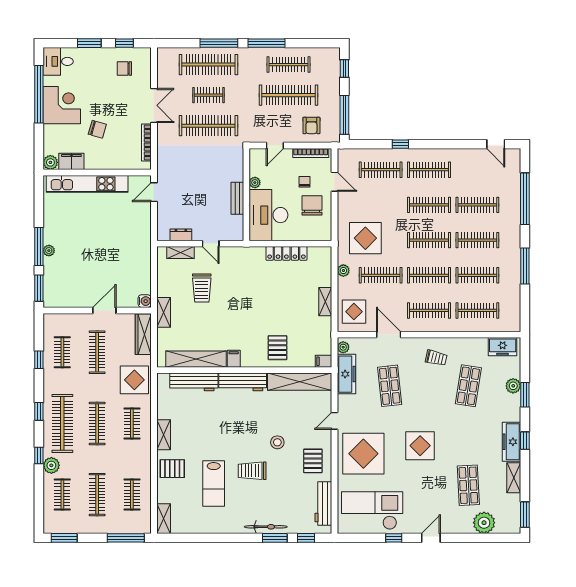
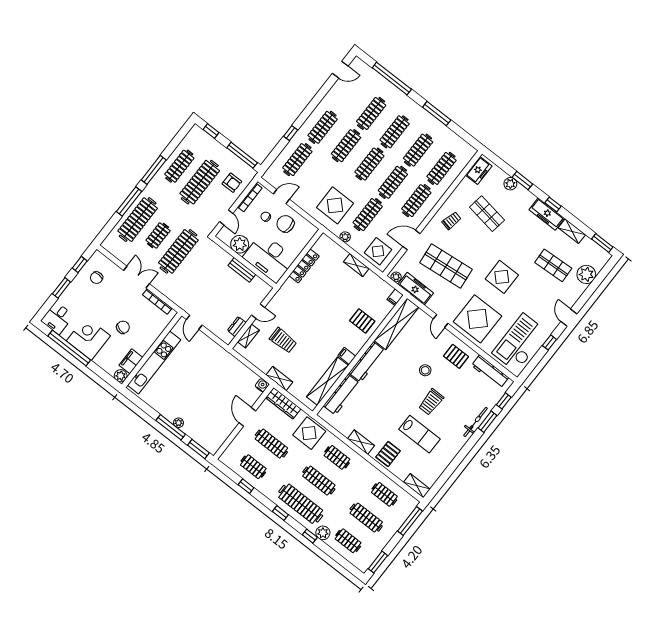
plant: (255, 183) -> (240, 244), width x1.88, depth x1.88
shop shelf: (390, 386) -> (446, 266), width x1.43, depth x1.36

